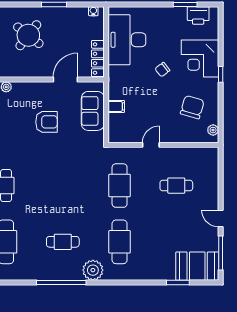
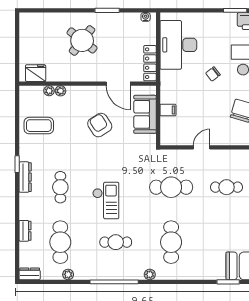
door: (65, 79) -> (118, 84), swing flipped
armchair: (46, 122) -> (100, 125), turned -123
cafe table: (120, 186) -> (171, 187), turned 90
checkout: (53, 199) -> (106, 201), added
plant: (93, 270) -> (150, 274), width x0.53, depth x0.53
plant: (14, 275) -> (68, 274), added

